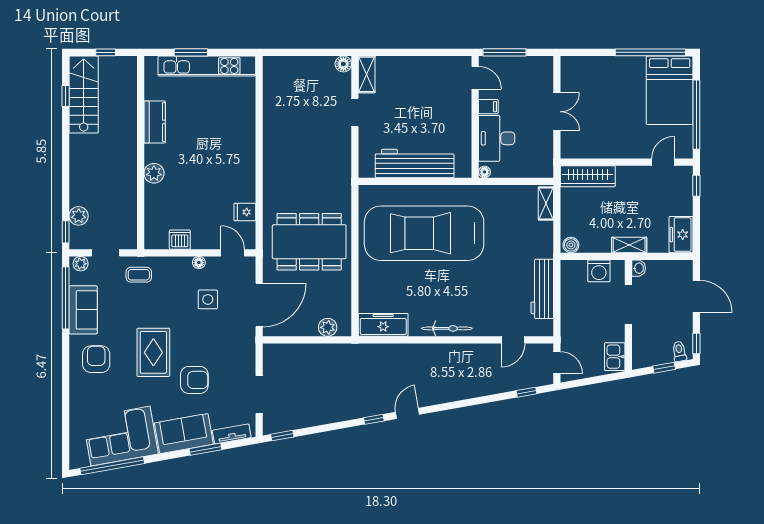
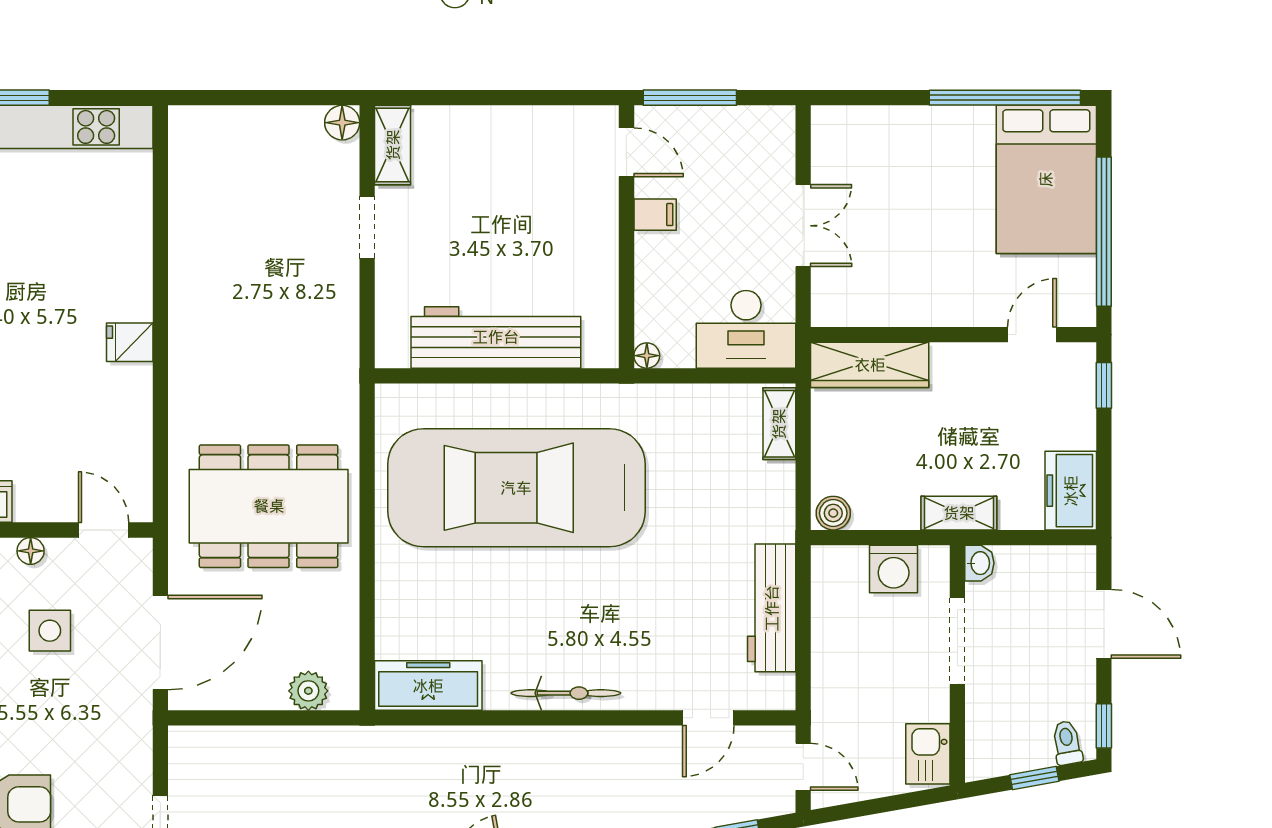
desk: (497, 138) -> (746, 329), moved, turned -90
fridge: (245, 212) -> (130, 342), moved

